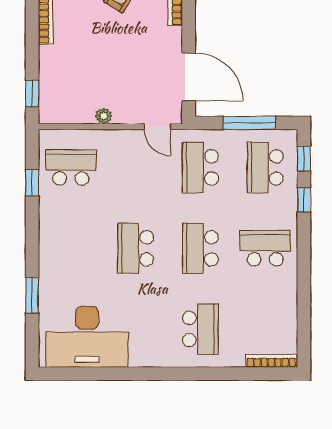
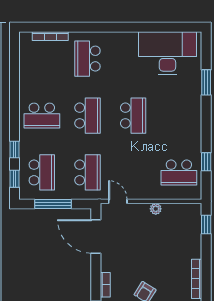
bookcase: (271, 361) -> (50, 36), moved

